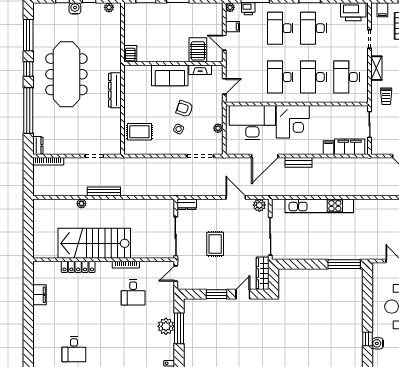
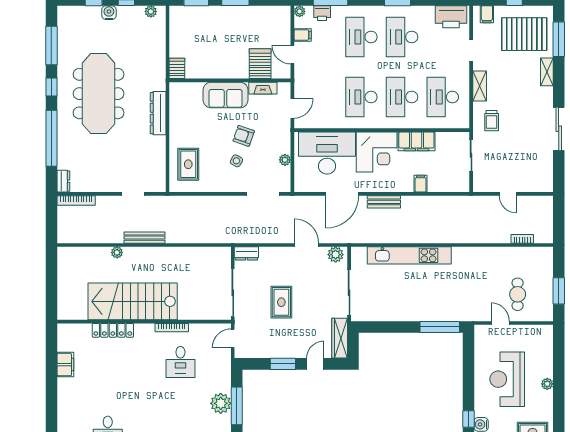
rug: (139, 132) -> (188, 164), turned 90
filing cabinet: (350, 147) -> (416, 141), moved, turned 180

